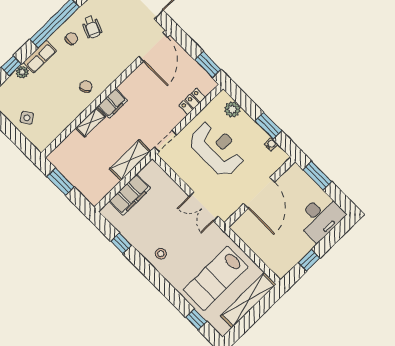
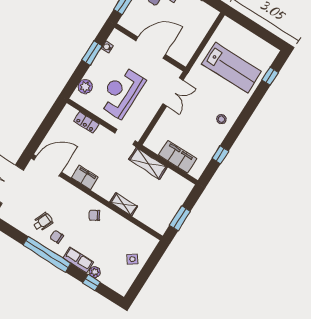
window: (208, 65) -> (52, 116), removed
filing cabinet: (113, 103) -> (85, 178), moved
shelving: (248, 300) -> (244, 36), removed

